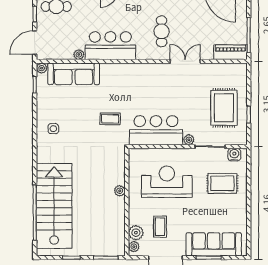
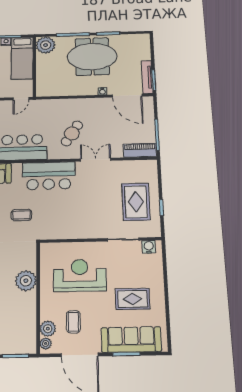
cafe table: (162, 31) -> (72, 133), turned 33
bar counter: (156, 130) -> (49, 176), moved, turned 180
plant: (189, 140) -> (101, 233), removed
rug: (222, 183) -> (133, 299), moved
plant: (120, 191) -> (26, 281), width x1.87, depth x1.87

